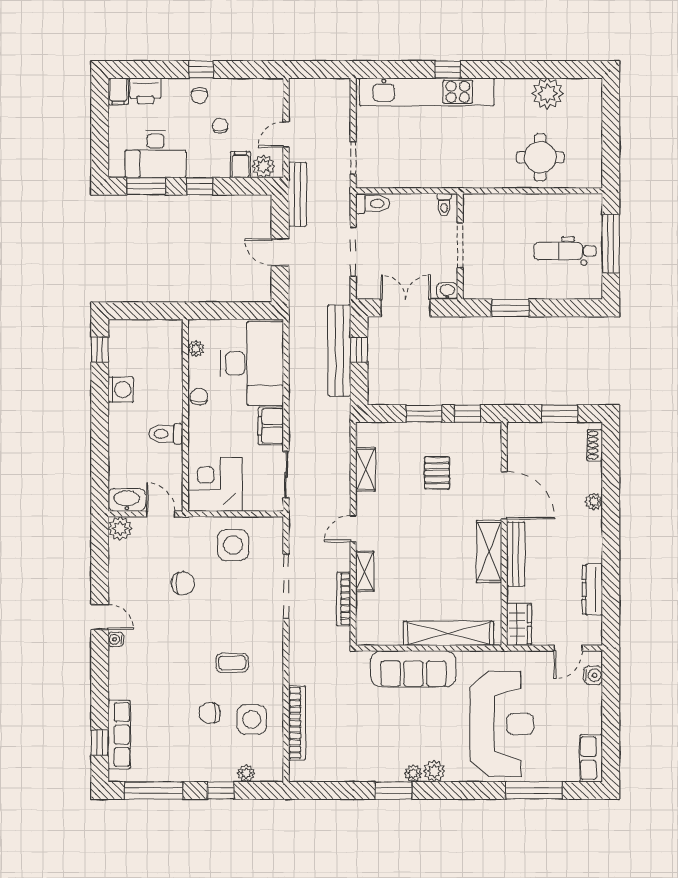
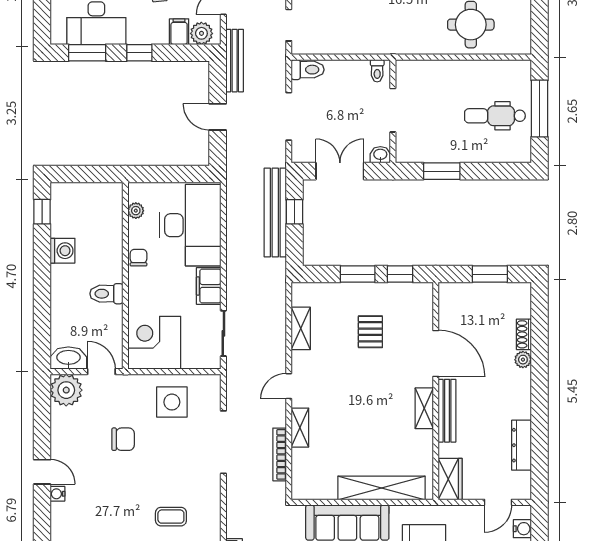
shoe rack: (595, 445) -> (524, 334), moved
plant: (120, 528) -> (66, 390), width x1.36, depth x1.36
shelving: (489, 551) -> (424, 408), width x0.67, depth x0.75

